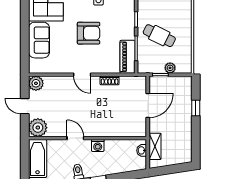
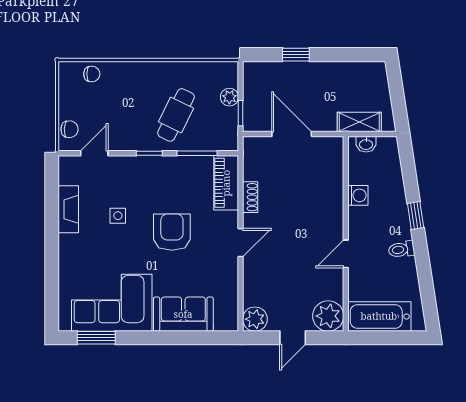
piano: (127, 57) -> (226, 183), moved, turned 90
washing machine: (98, 145) -> (358, 195), moved

